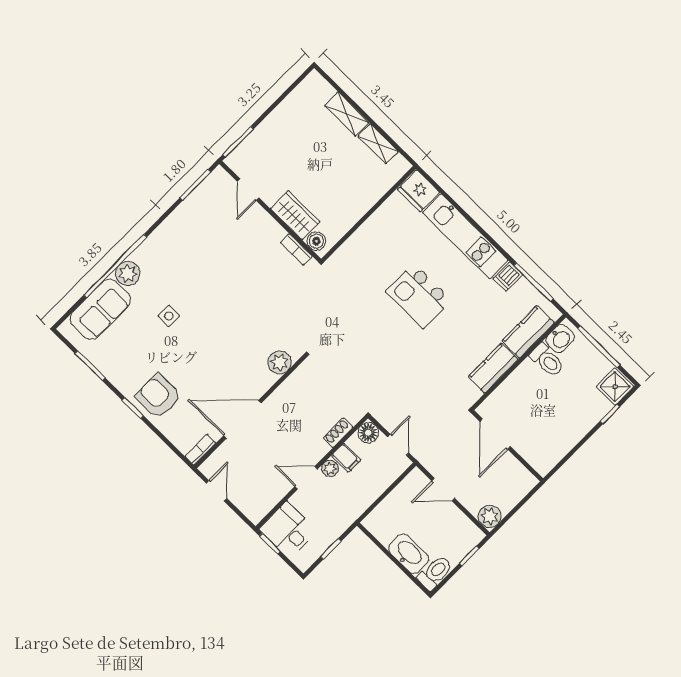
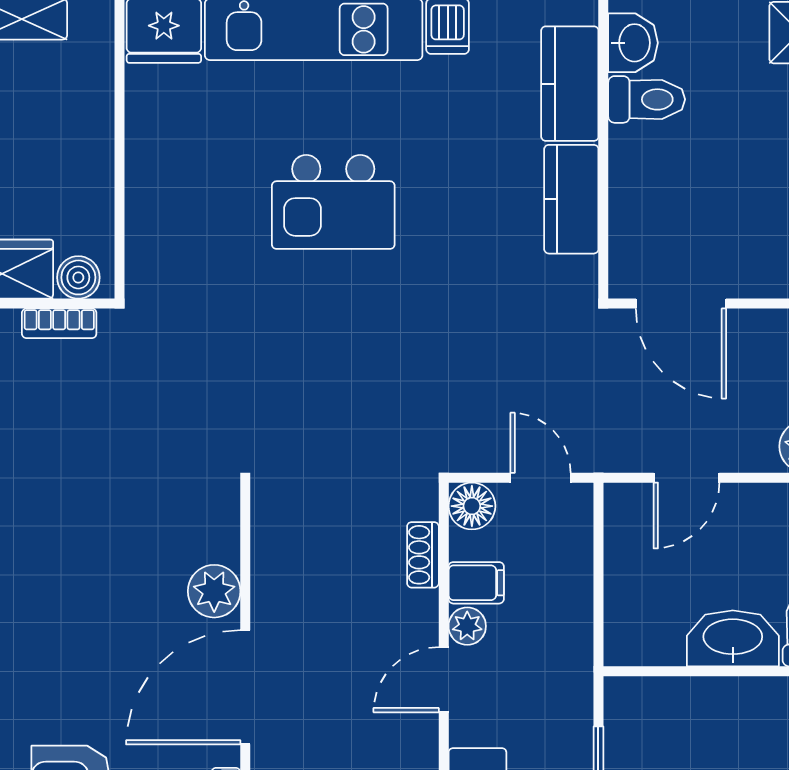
plant: (280, 362) -> (214, 591), moved

